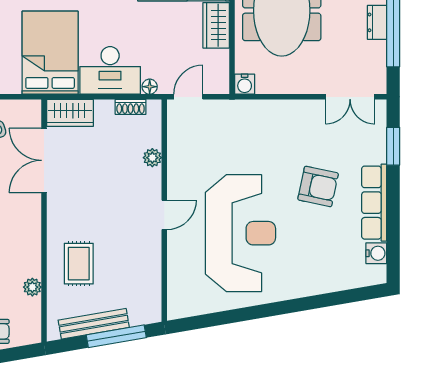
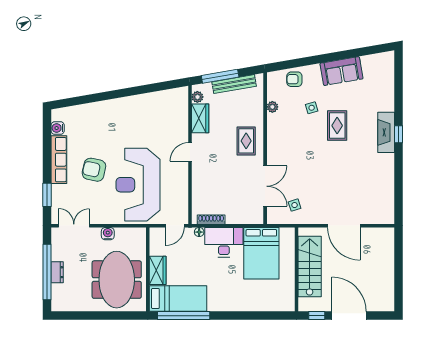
water cooler: (245, 84) -> (108, 234), moved
shoe rack: (131, 107) -> (211, 219), width x1.43
wardrobe: (70, 113) -> (200, 118), moved, turned 90
plant: (152, 158) -> (197, 97), moved
reception desk: (240, 233) -> (138, 185), moved
rug: (79, 264) -> (246, 141), moved

